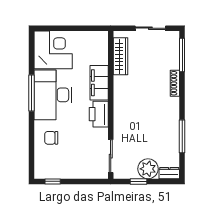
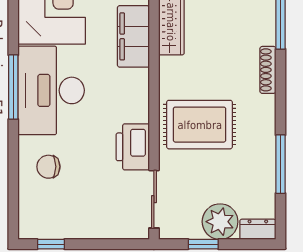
filing cabinet: (99, 83) -> (133, 36), moved
printer: (99, 114) -> (133, 147), moved
rug: (136, 114) -> (200, 125), added

